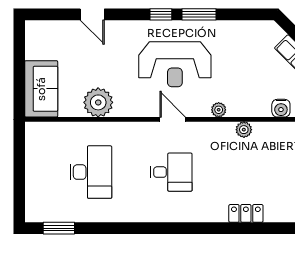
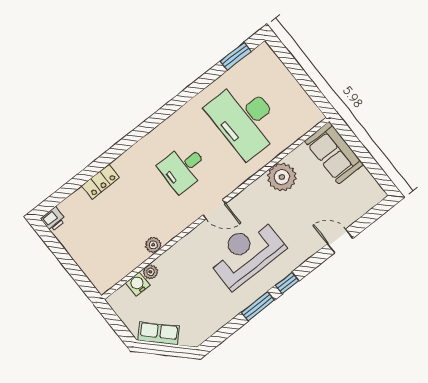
plant: (219, 110) -> (150, 272), moved
desk: (91, 172) -> (245, 119), width x1.36, depth x1.30

